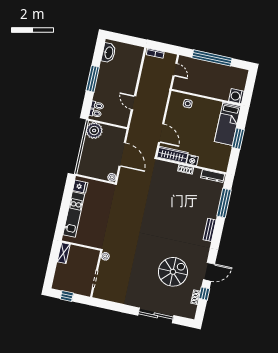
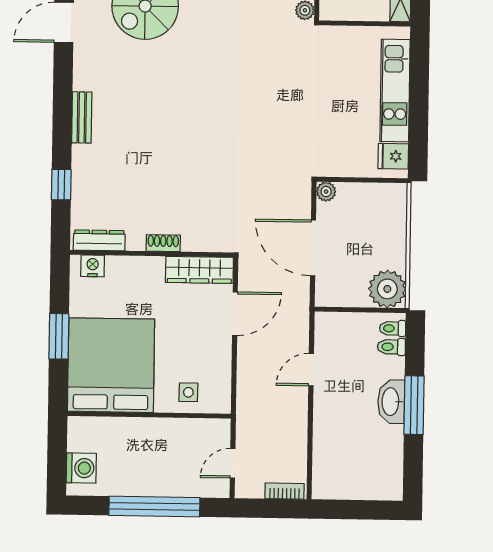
washbasin: (109, 53) -> (391, 402), moved
door: (175, 70) -> (233, 463), hinge flipped
washing machine: (236, 96) -> (81, 468), moved
door: (133, 103) -> (311, 370), swing flipped
bed: (228, 124) -> (111, 365), width x2.04
door: (161, 133) -> (235, 314), swing flipped
nightstand: (192, 160) -> (93, 266), moved
window: (224, 203) -> (61, 185), width x0.46

